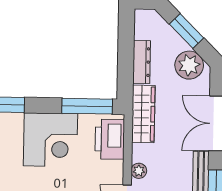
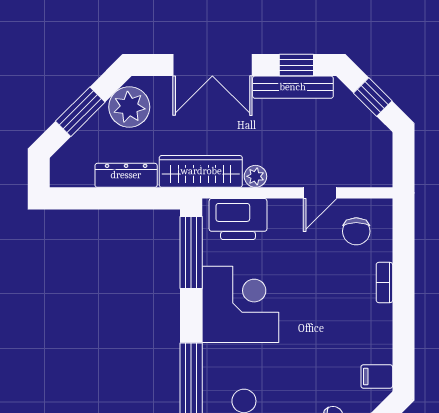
plant: (139, 171) -> (255, 176), moved

